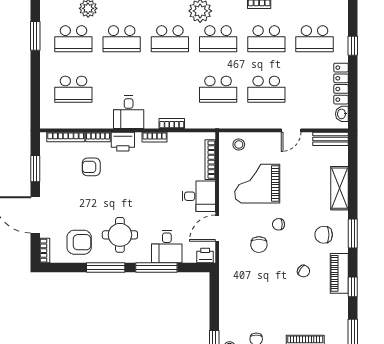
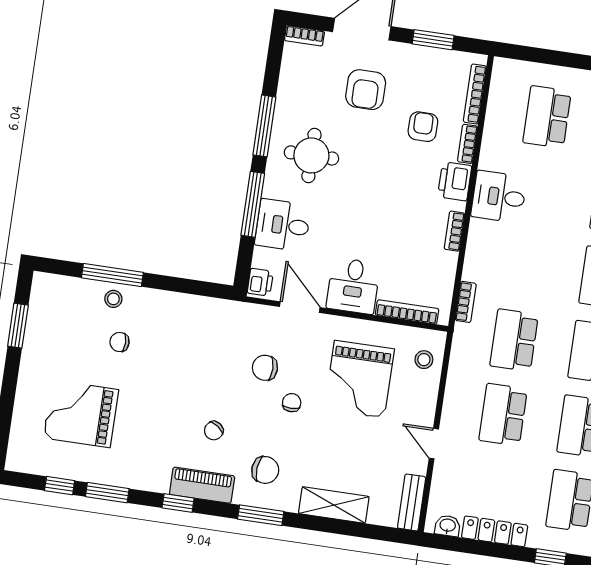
bookcase: (172, 123) -> (466, 302), moved
grand piano: (257, 184) -> (359, 379), turned 180
chair: (324, 235) -> (265, 470), turned 95
armchair: (79, 242) -> (366, 90), moved

